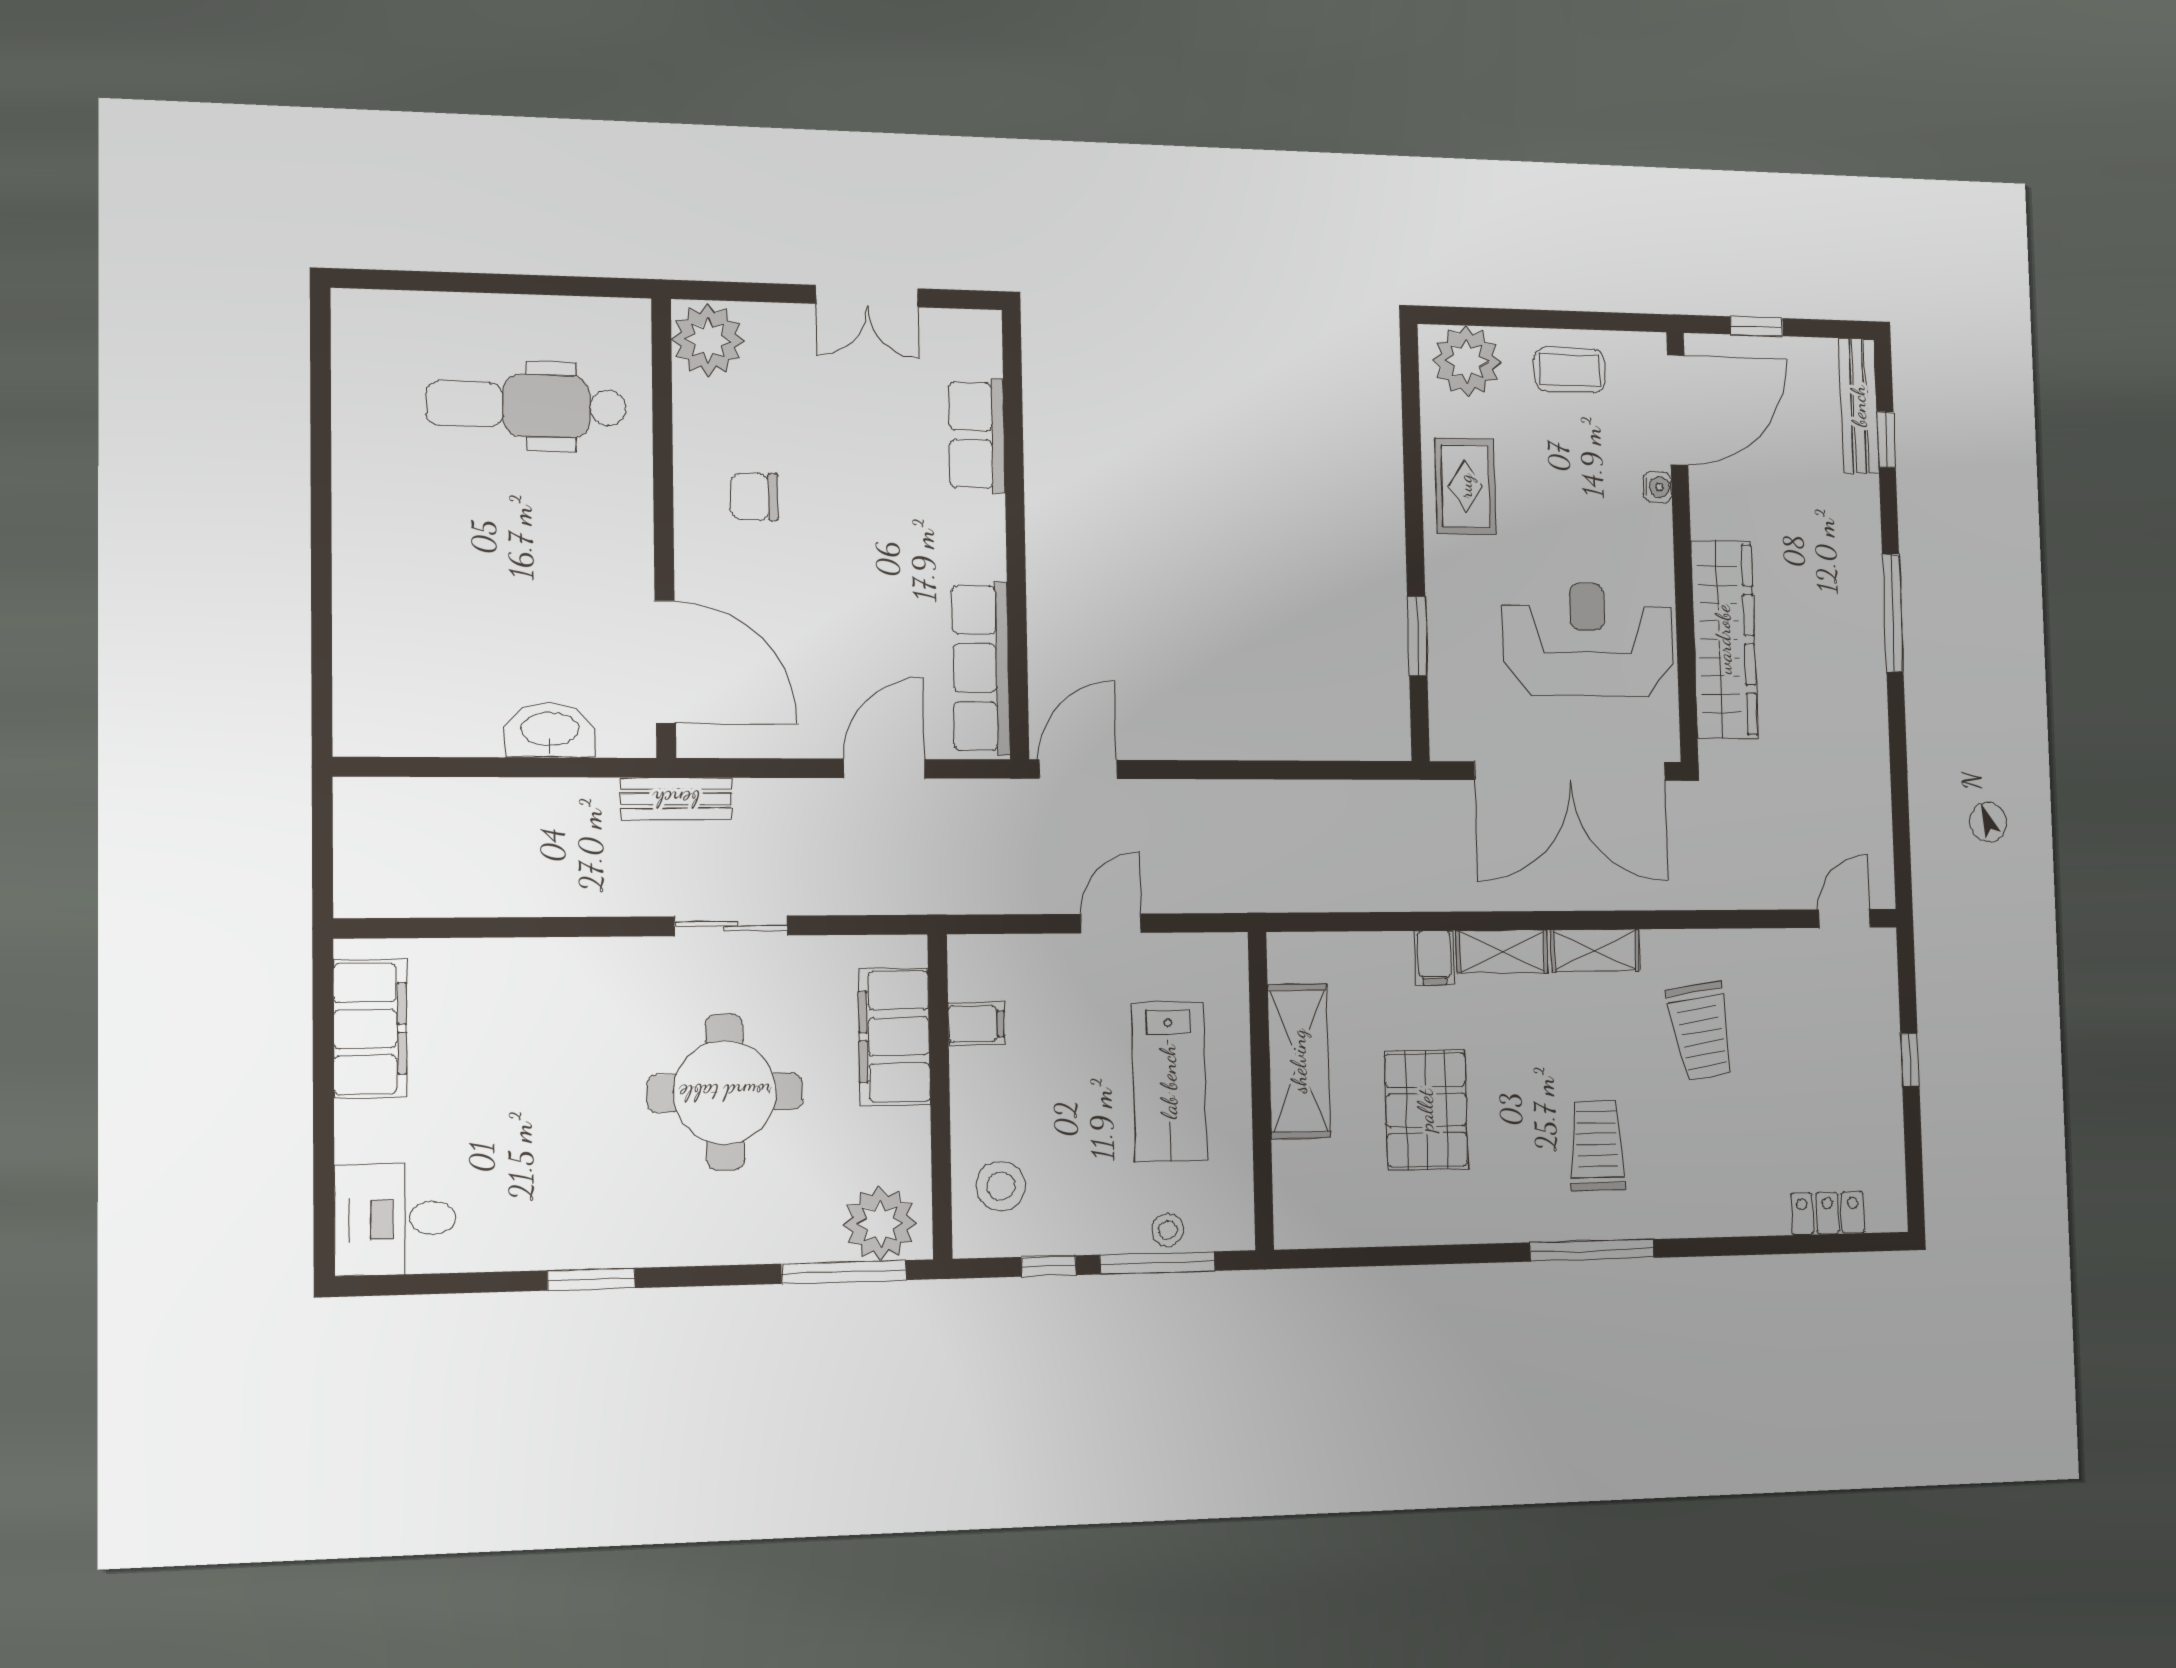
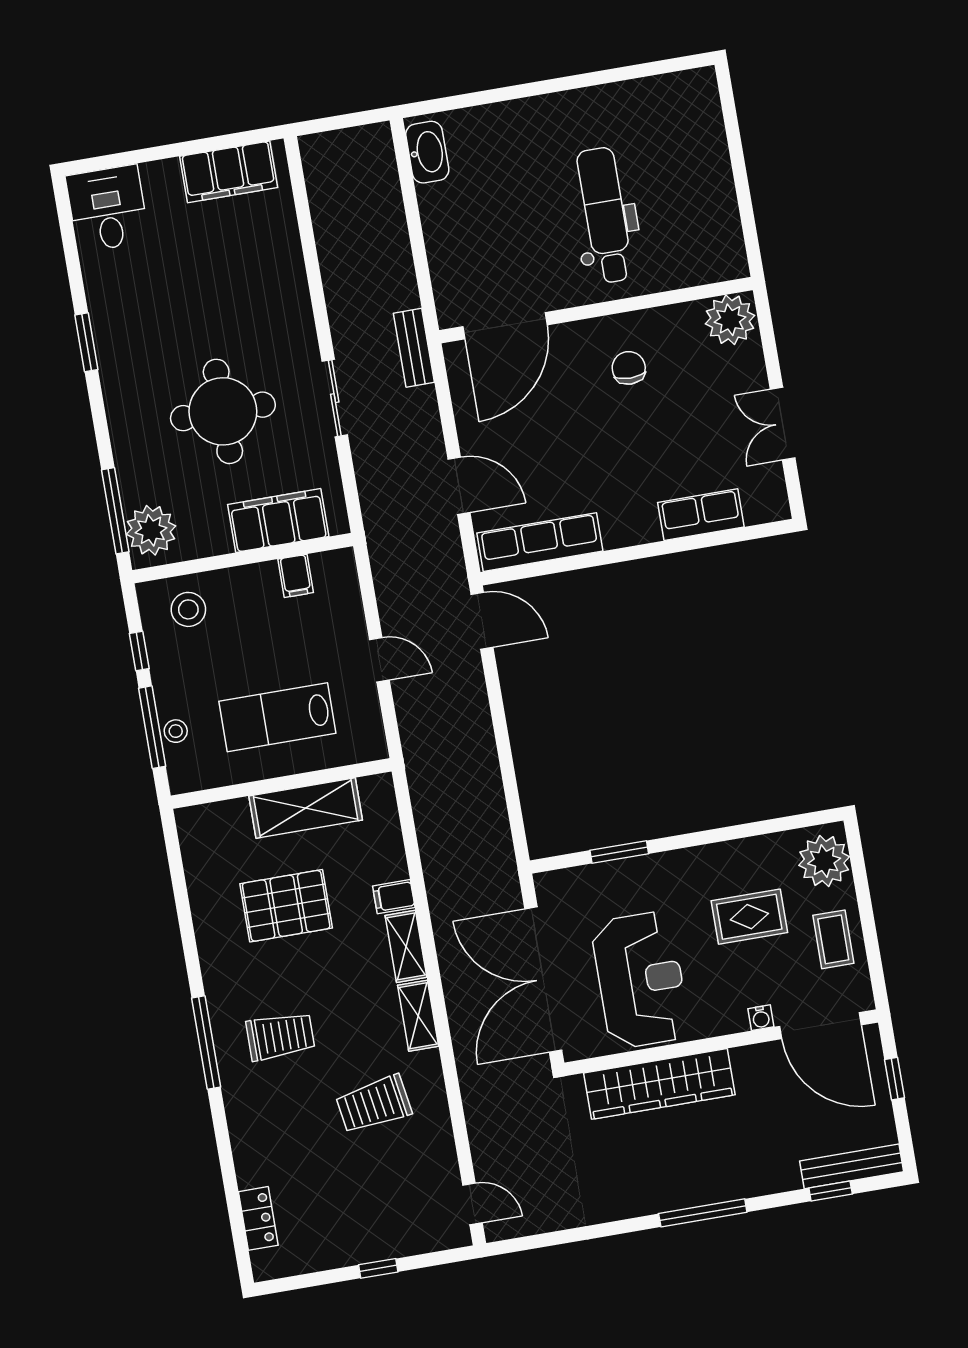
dental chair: (527, 406) -> (605, 215), moved
rug: (1465, 486) -> (749, 917), moved
washbasin: (550, 730) -> (427, 152), moved

